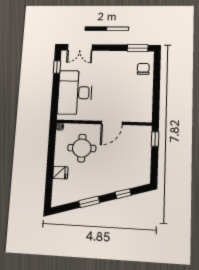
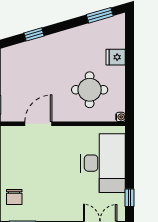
door: (112, 123) -> (38, 124), moved
window: (89, 202) -> (100, 15), moved

